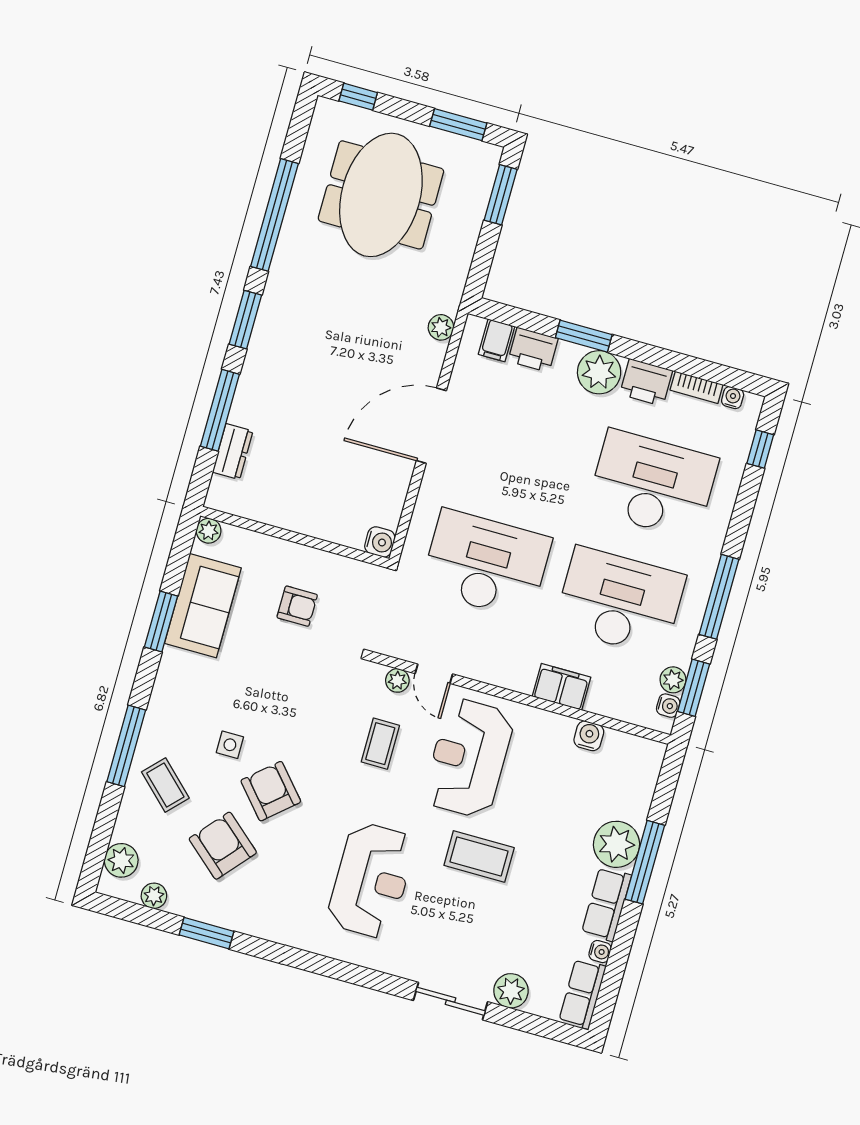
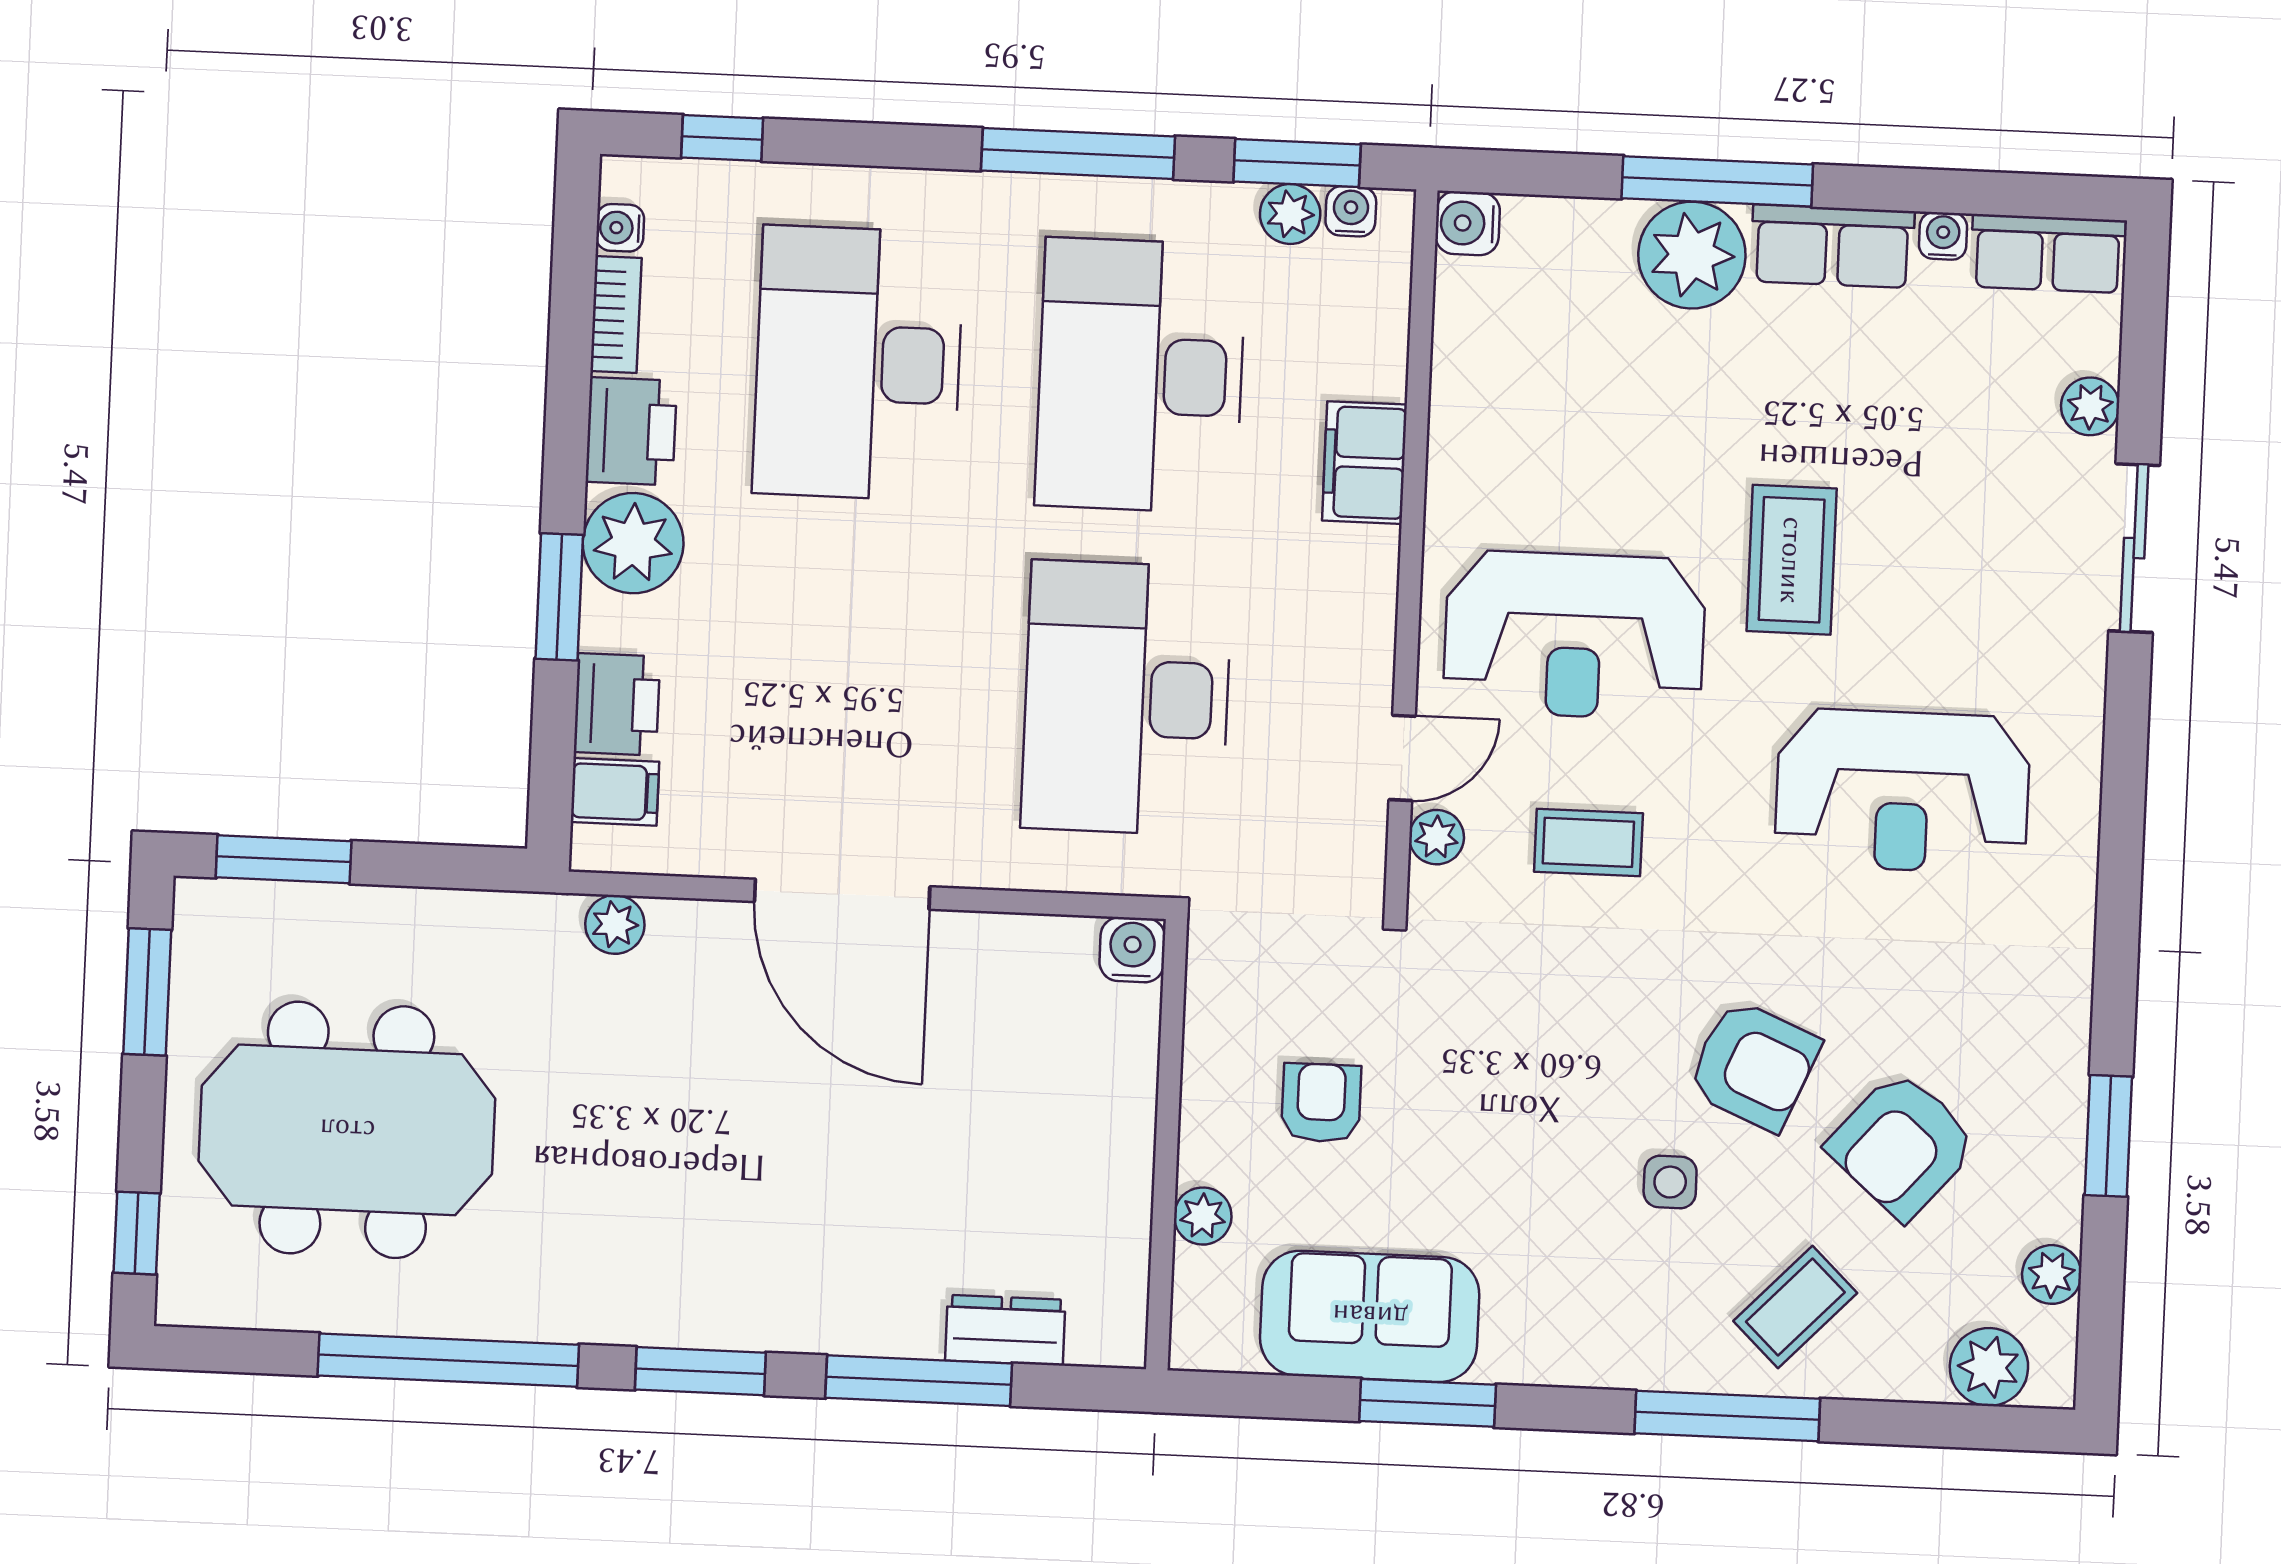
plant: (209, 531) -> (1203, 1216), moved
water cooler: (589, 736) -> (1468, 223), moved
armchair: (271, 791) -> (1753, 1065), turned -116
reception desk: (371, 880) -> (1902, 791), turned 180
plant: (511, 991) -> (2090, 406), width x0.73, depth x0.73

